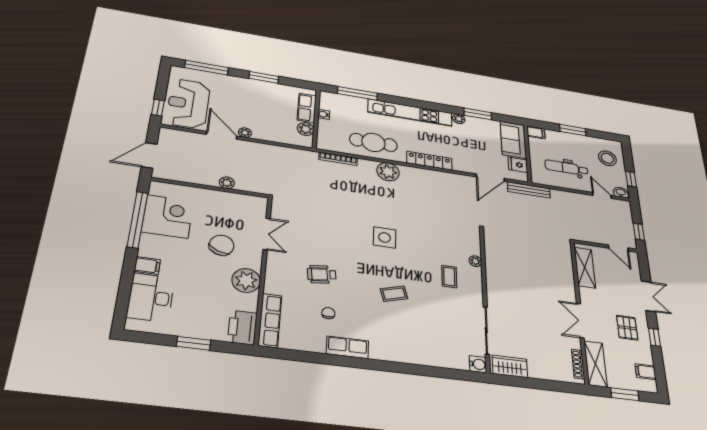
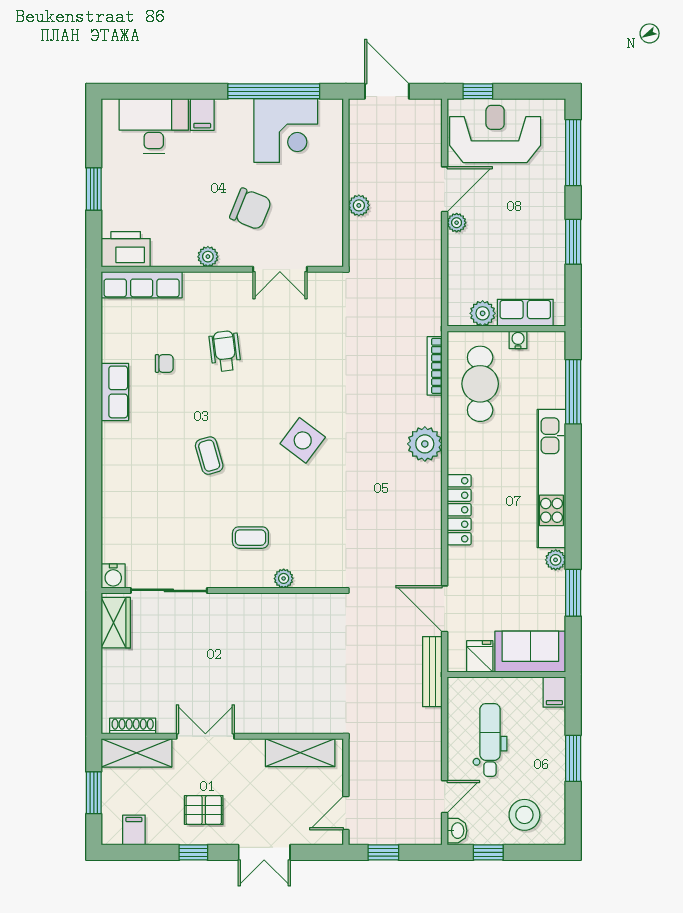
cafe table: (373, 142) -> (480, 384), moved
side table: (385, 237) -> (303, 440), turned 37
plant: (246, 280) -> (208, 257), width x0.53, depth x0.53

